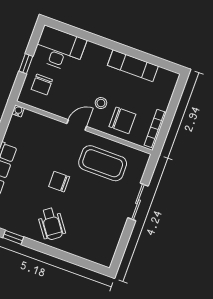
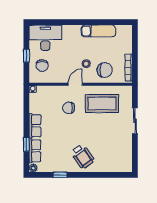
chair: (59, 182) -> (69, 108), moved

